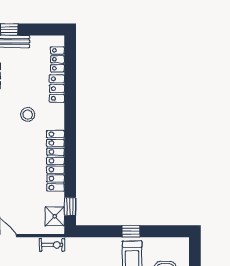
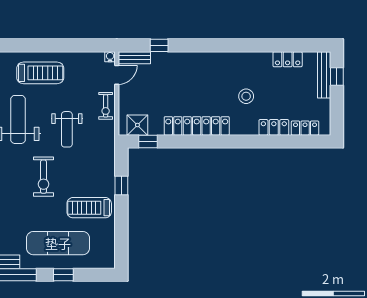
window: (131, 231) -> (121, 186), moved
exercise bike: (52, 245) -> (106, 106), moved

